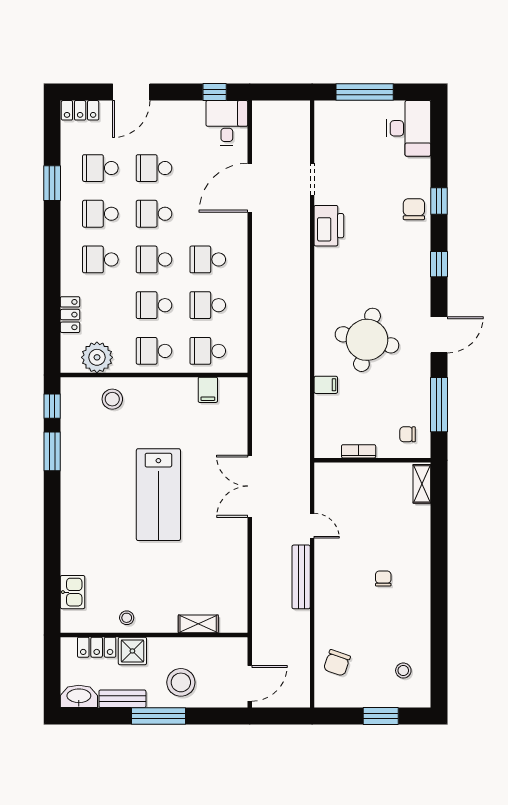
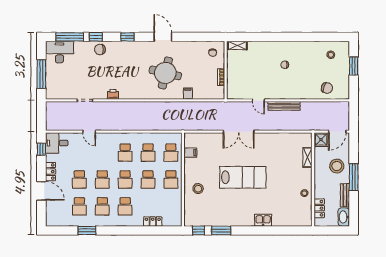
locker: (80, 110) -> (50, 172), moved
door: (250, 188) -> (89, 132), width x0.53
printer: (329, 226) -> (113, 94), width x0.53, depth x0.68
plant: (97, 357) -> (174, 208), removed
stool: (112, 399) -> (198, 189), moved
window: (439, 405) -> (70, 37), moved
door: (312, 526) -> (258, 100), swing flipped
kitchen sink: (73, 592) -> (263, 220), moved
shower: (132, 651) -> (321, 140), moved
door: (250, 683) -> (337, 132), swing flipped

